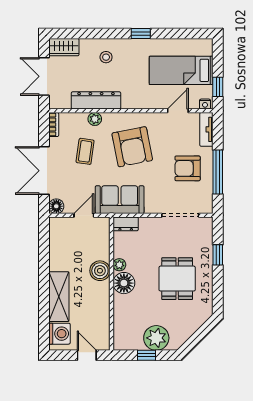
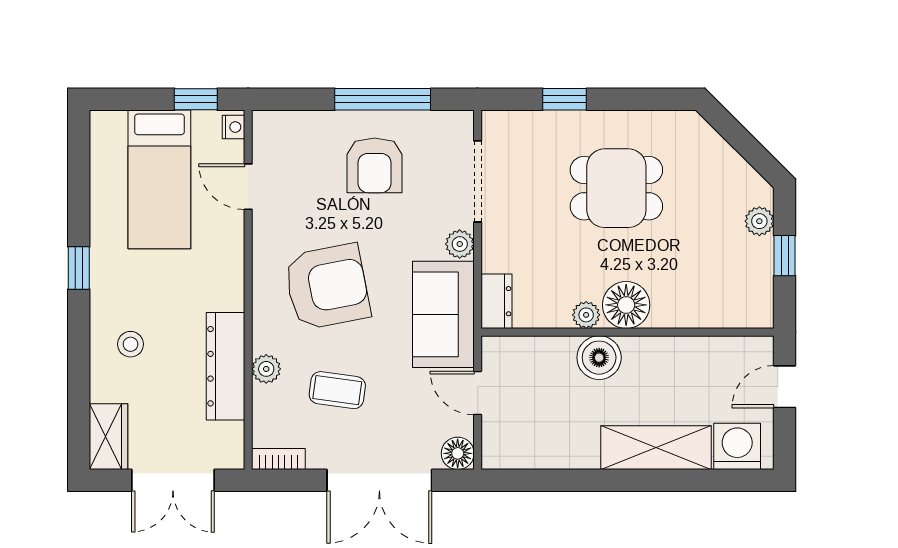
tv unit: (206, 129) -> (289, 124), removed
plant: (152, 207) -> (460, 244), added
plant: (156, 338) -> (759, 221), width x0.53, depth x0.53

